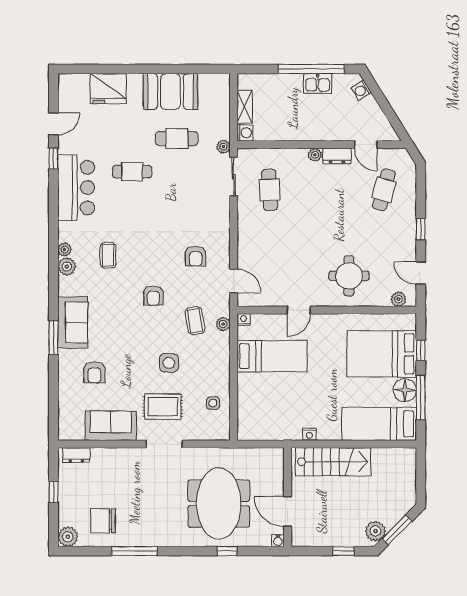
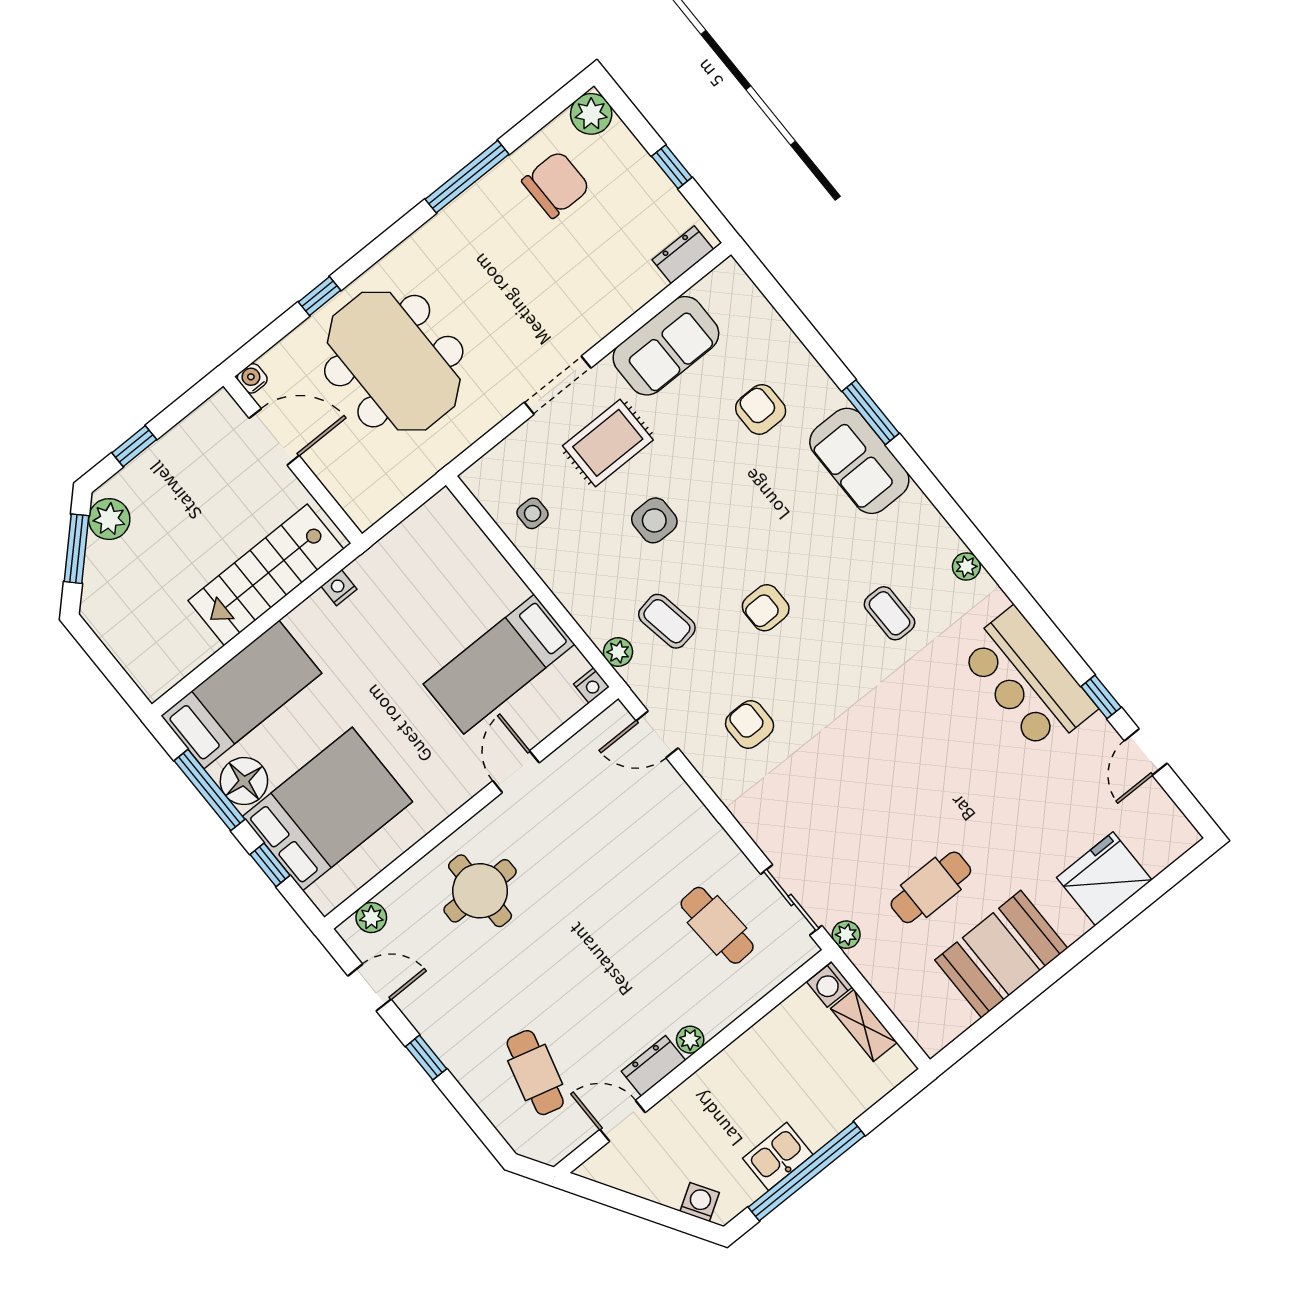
cafe table: (132, 172) -> (959, 777), removed
plant: (67, 267) -> (941, 542), removed
armchair: (153, 296) -> (766, 608), turned -90

